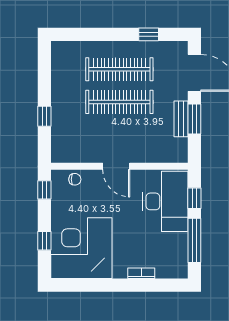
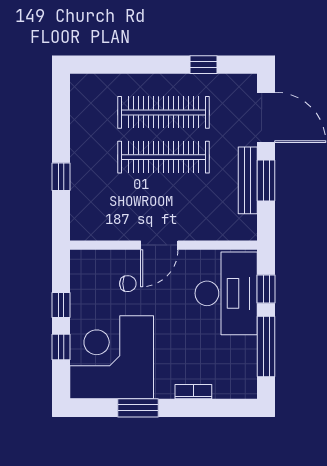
bench: (181, 119) -> (248, 180), width x1.36
door: (116, 166) -> (159, 245), hinge flipped
chair: (75, 179) -> (128, 284), moved
window: (44, 190) -> (61, 305), moved
window: (101, 285) -> (138, 408), added

